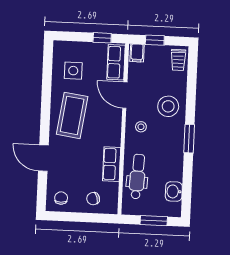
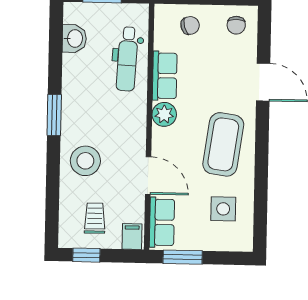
window: (102, 38) -> (183, 257), width x1.50
window: (155, 40) -> (86, 255), moved
trolley: (178, 60) -> (95, 218), moved
stool: (141, 127) -> (124, 130), removed
plant: (113, 137) -> (164, 114), added

